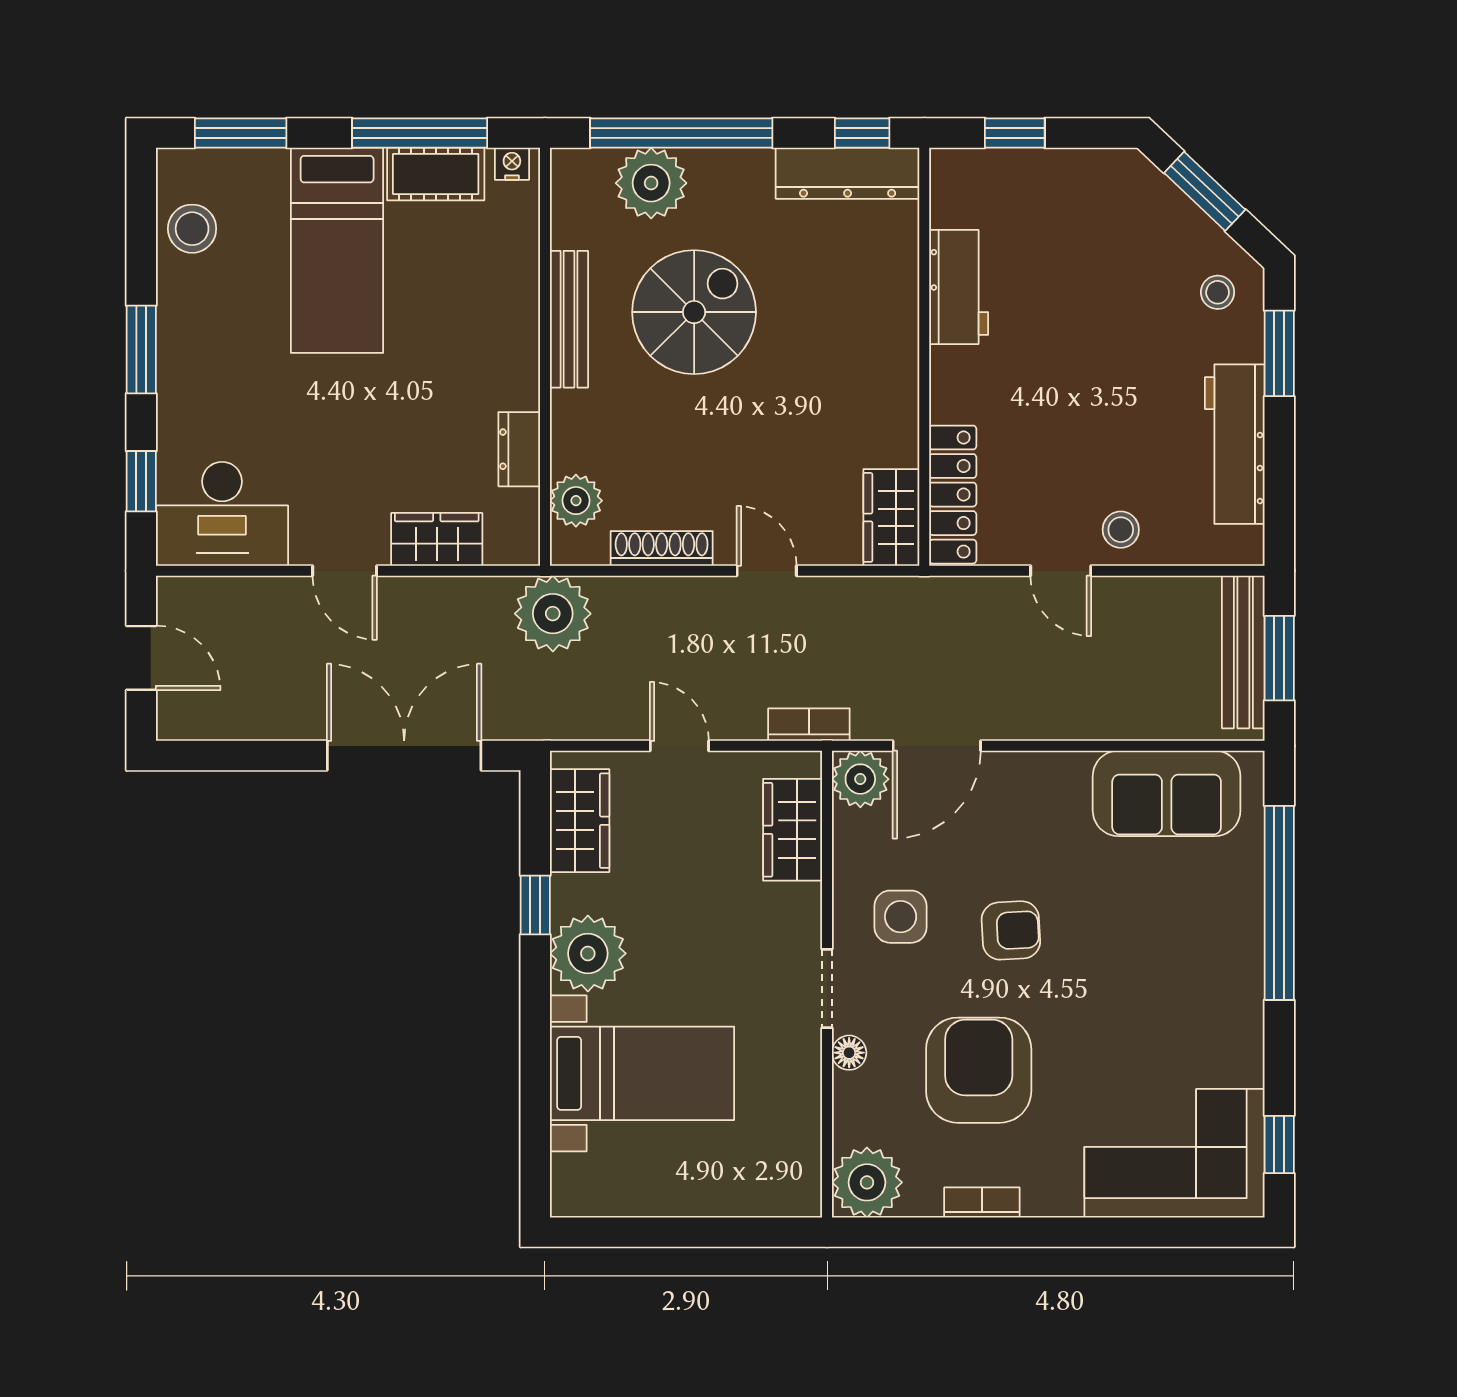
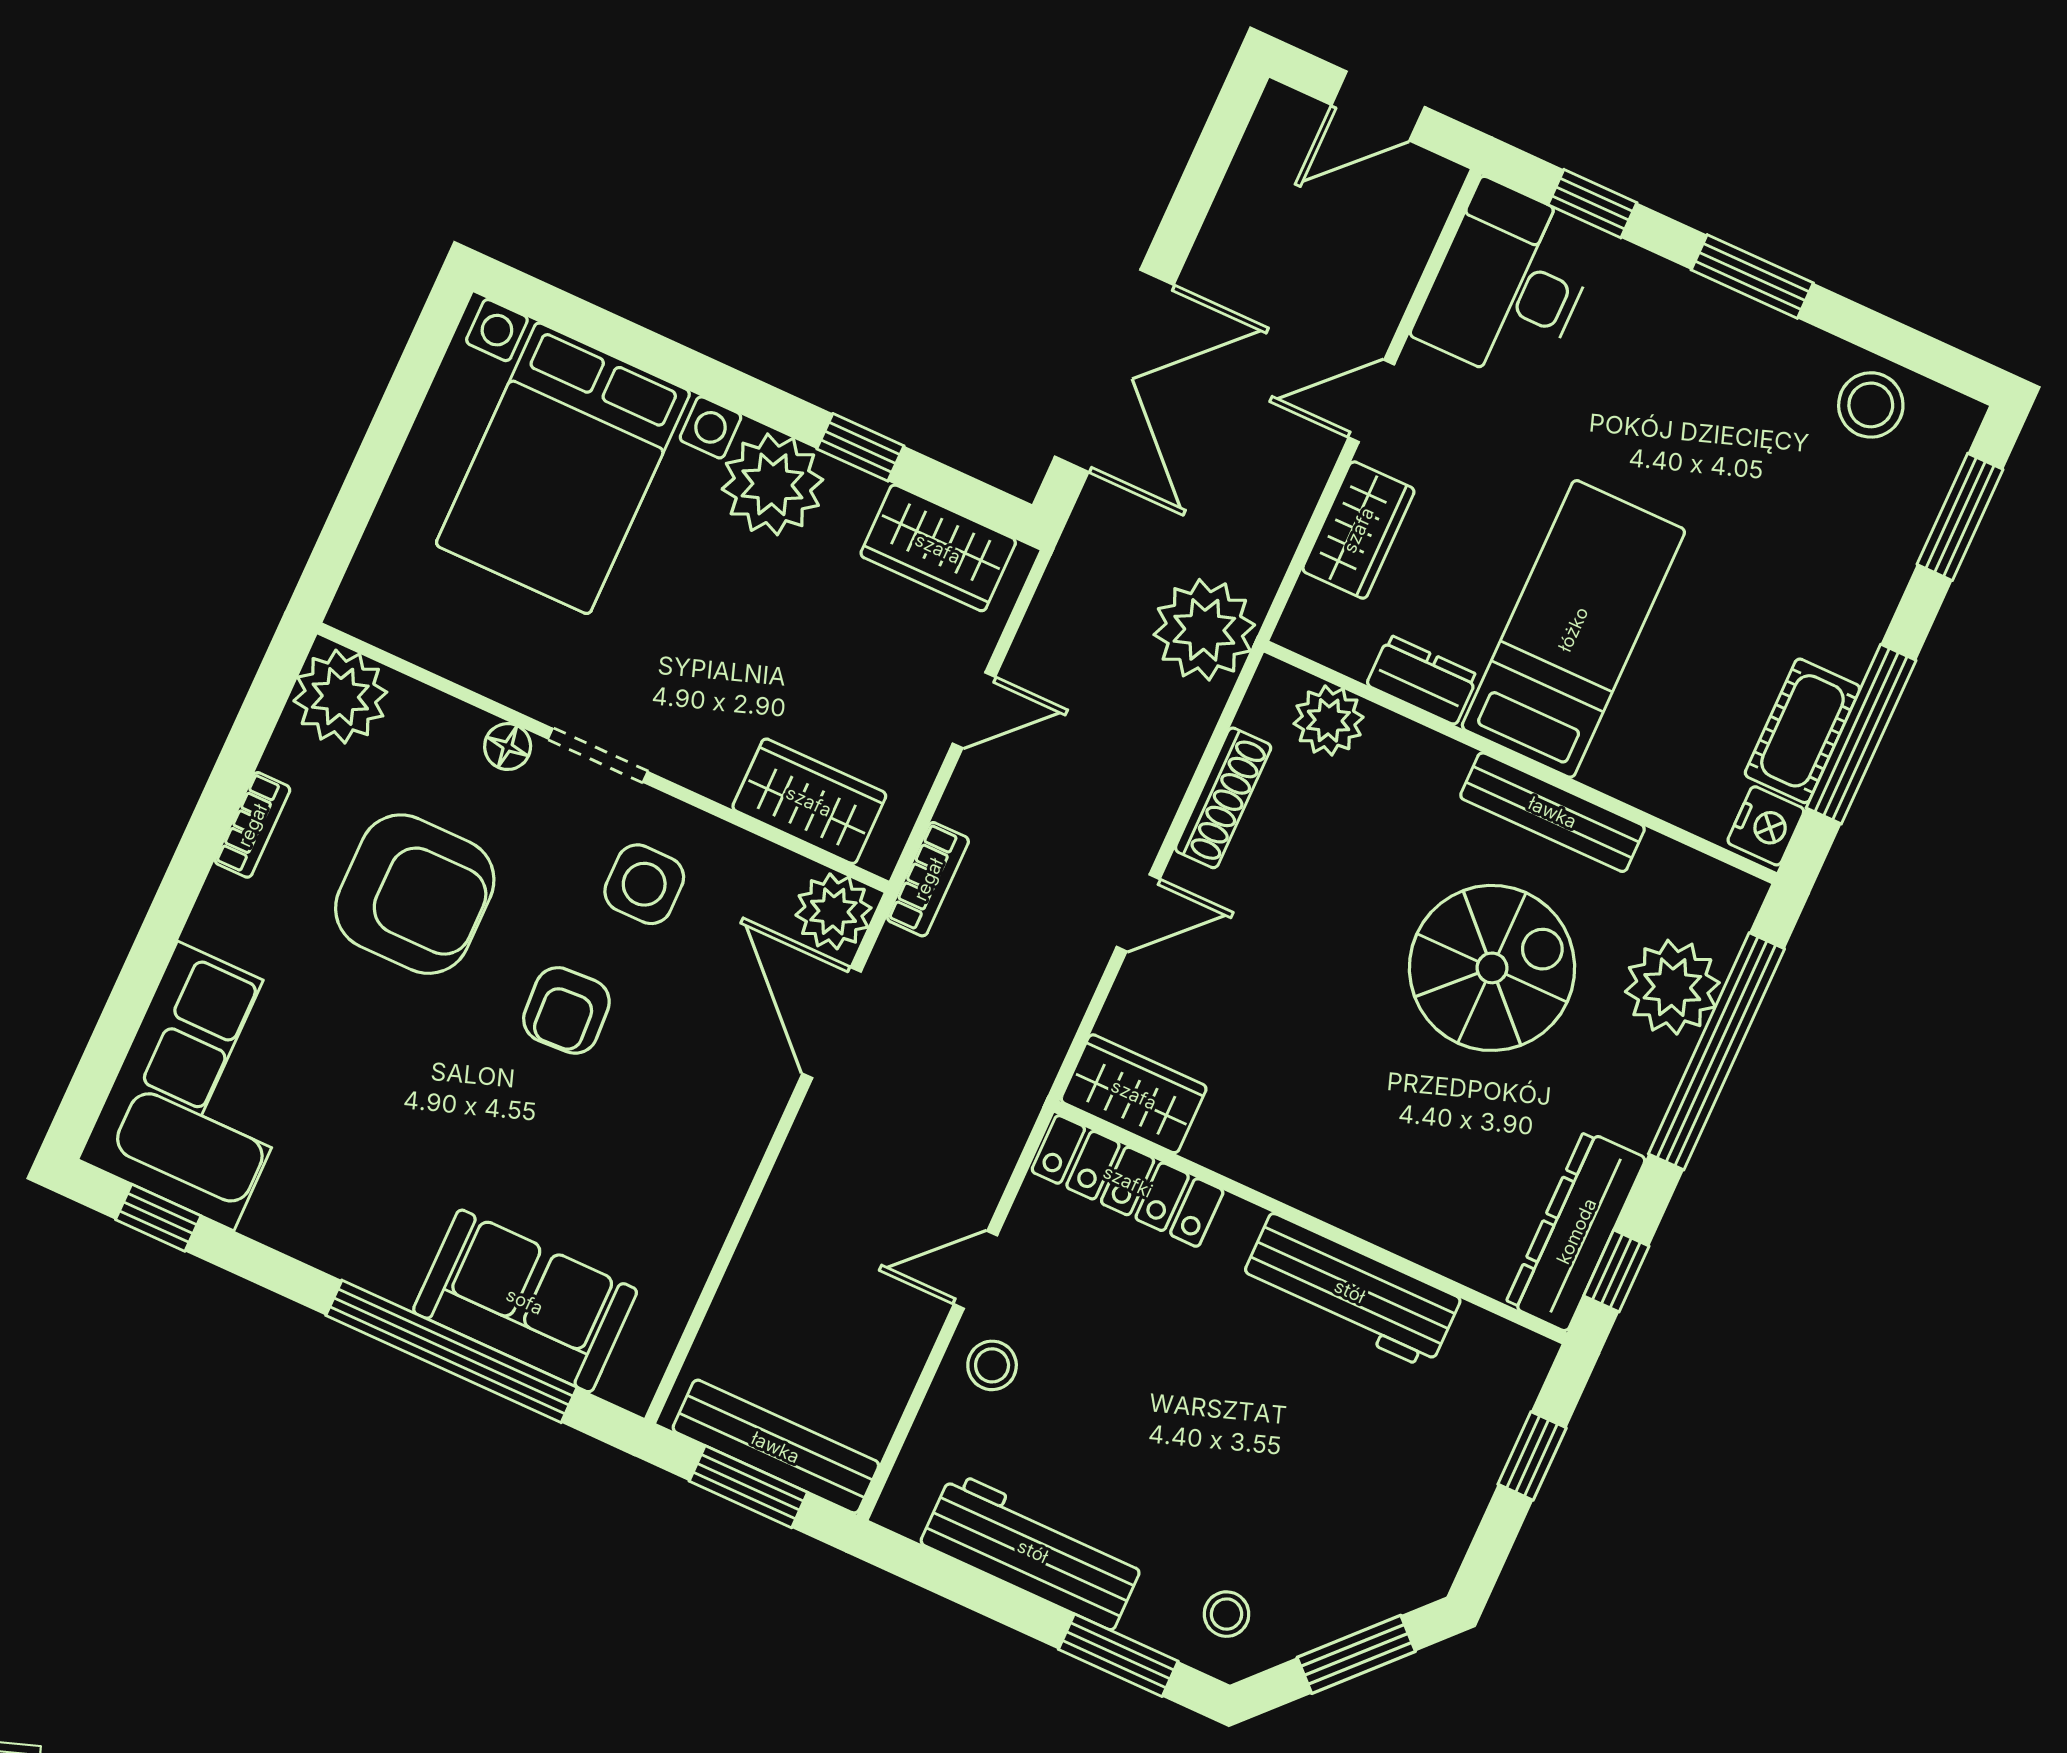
nightstand: (512, 164) -> (1766, 826), width x1.39, depth x1.35
bed: (337, 250) -> (1573, 629), moved, turned 90
workbench: (959, 287) -> (1350, 1291), width x1.38
spiral stairs: (694, 312) -> (1492, 968), turned -90
sofa: (1167, 793) -> (525, 1301), moved, turned 90
bed with nightstands: (642, 1073) -> (563, 468), width x1.36

